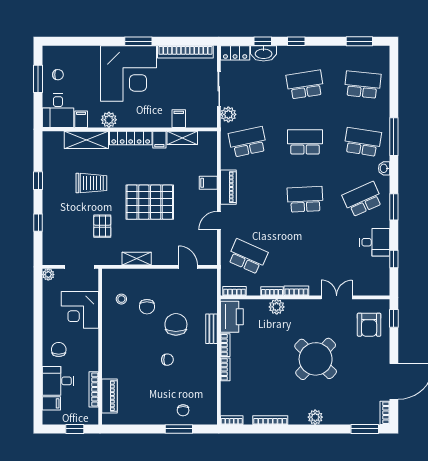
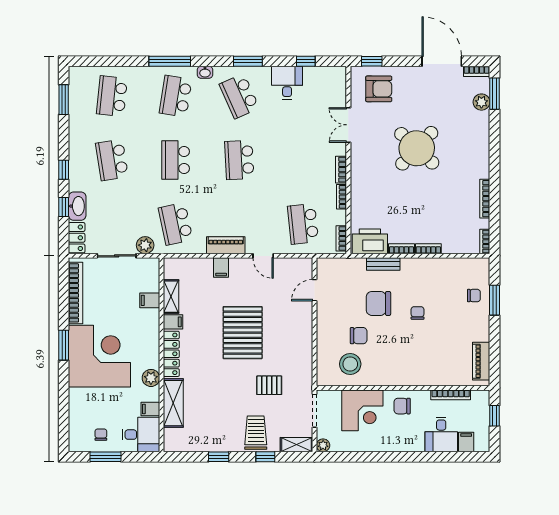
trolley: (91, 183) -> (256, 433), moved
school desk: (248, 257) -> (303, 224), turned -30
shelving: (137, 259) -> (297, 445), moved, turned 90
stool: (121, 299) -> (350, 364), width x1.89, depth x1.89
plant: (277, 307) -> (359, 192), removed
chair: (59, 349) -> (402, 406), moved
piano: (109, 396) -> (481, 361), moved, turned -90
plant: (315, 417) -> (481, 102), moved

